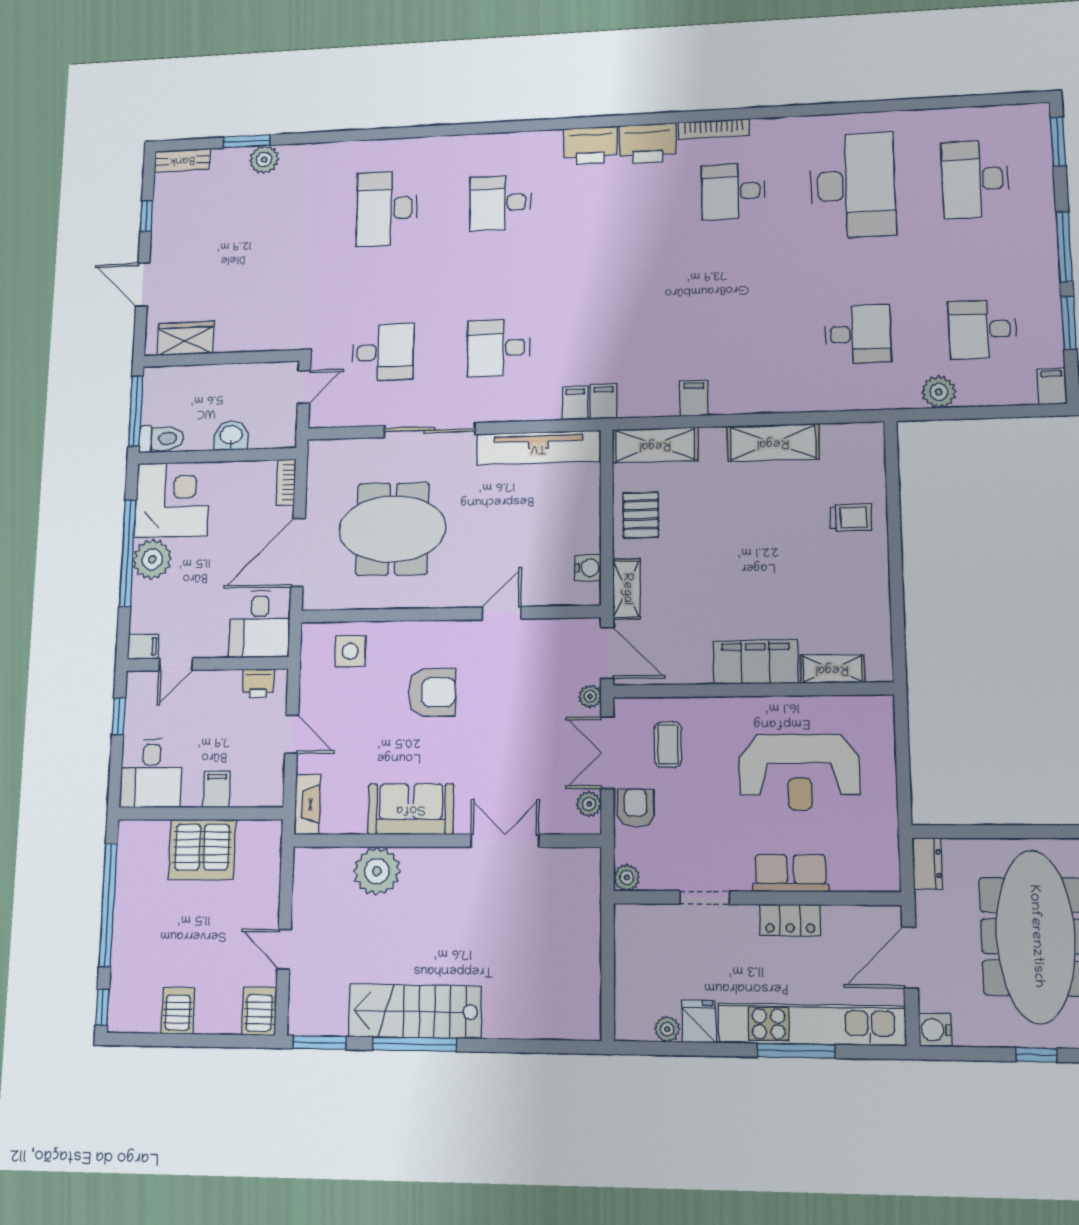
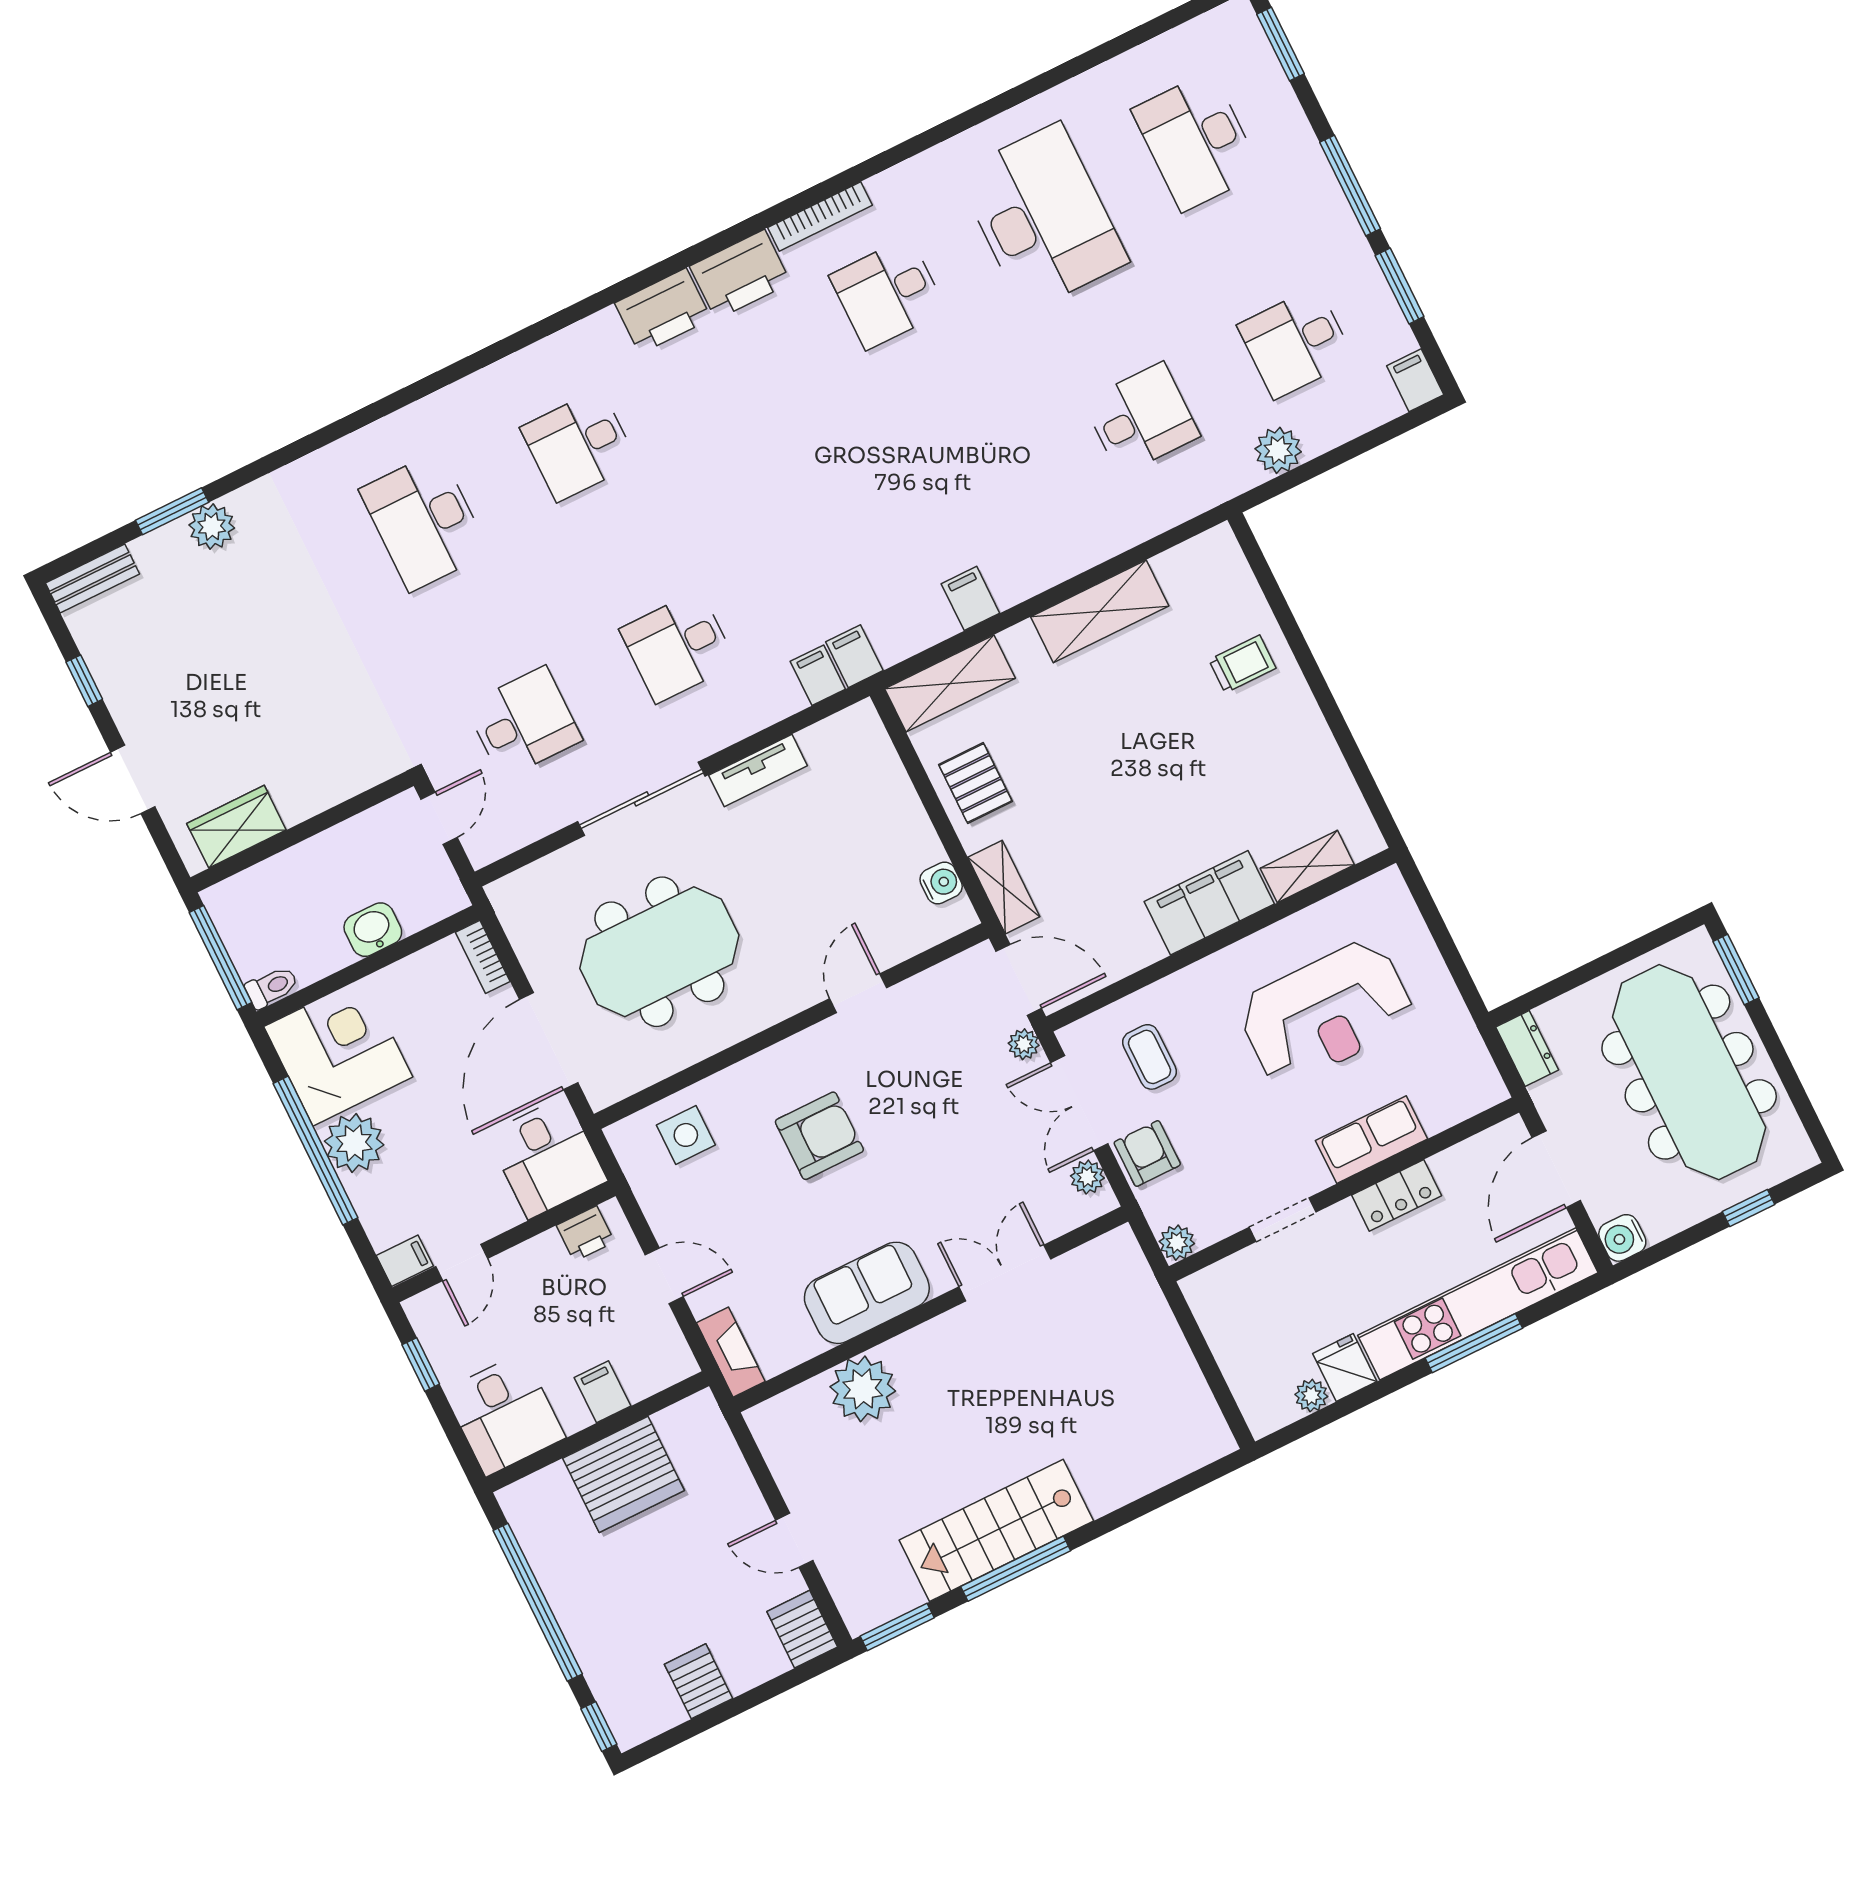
toilet: (161, 439) -> (272, 987), width x0.73, depth x0.72
tv unit: (538, 448) -> (758, 770), width x0.52, depth x0.78

